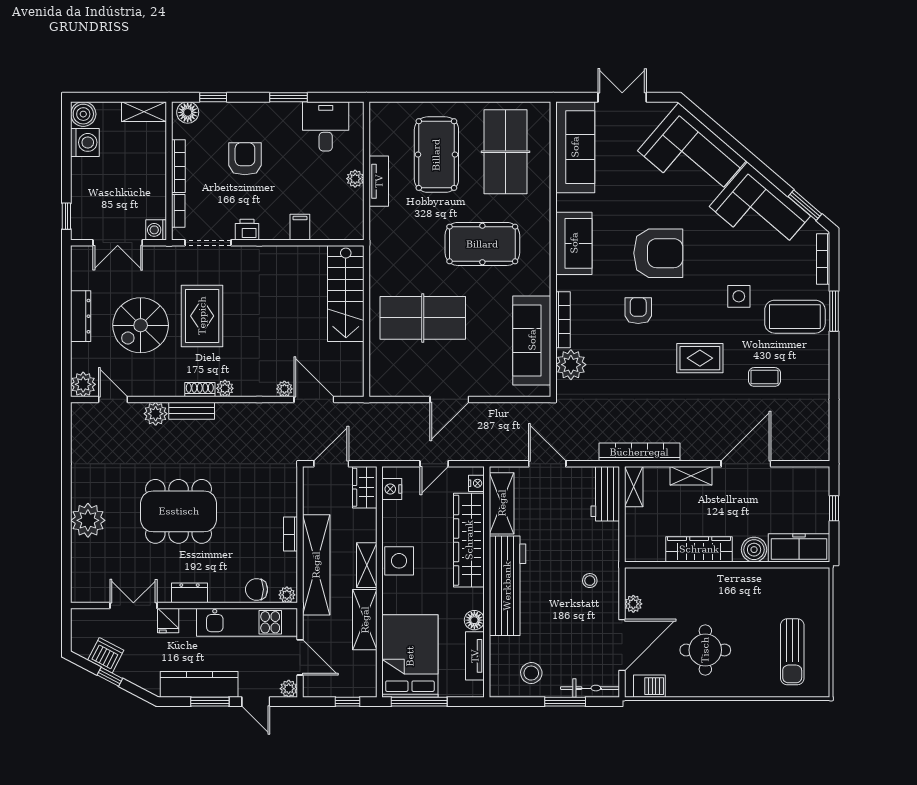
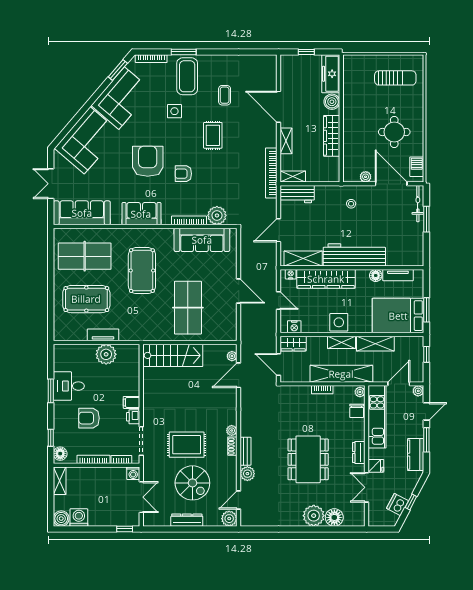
desk: (326, 126) -> (69, 386), moved
plant: (355, 179) -> (106, 354), width x1.88, depth x1.88
filing cabinet: (300, 227) -> (131, 402), moved
plant: (284, 389) -> (232, 356), moved
floor lamp: (85, 553) -> (334, 517), added
stool: (531, 673) -> (409, 240), removed
kitchen counter: (199, 684) -> (416, 455), width x0.67
window: (419, 702) -> (426, 310), width x0.69

